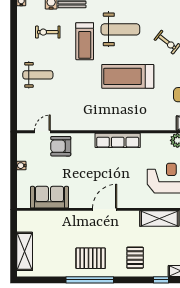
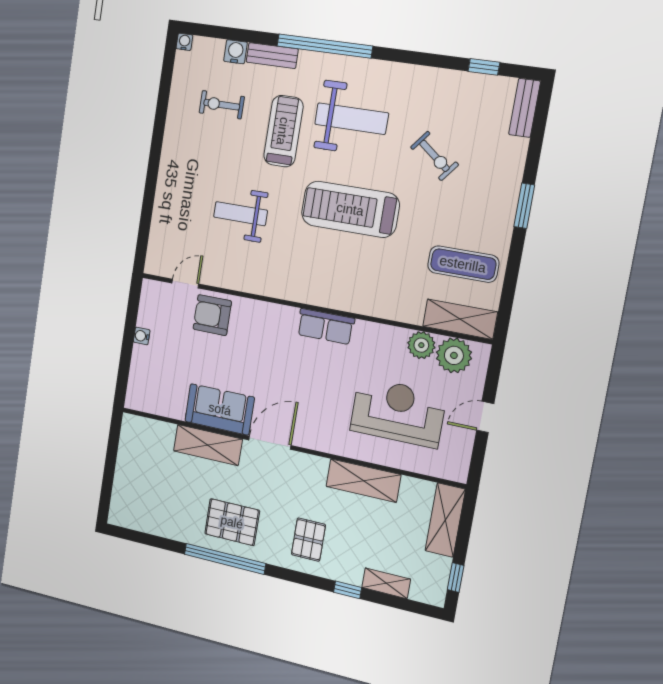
treadmill: (85, 41) -> (283, 131), turned 180
weight bench: (38, 75) -> (240, 214), moved, turned 180
row of seats: (118, 140) -> (326, 326), width x0.68
sofa: (49, 197) -> (220, 409), moved
shelving: (25, 251) -> (208, 445), moved, turned 90

